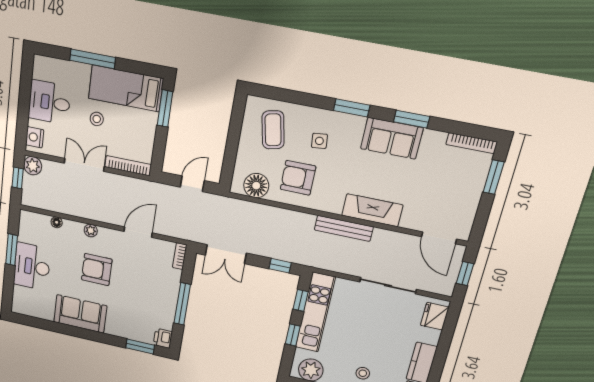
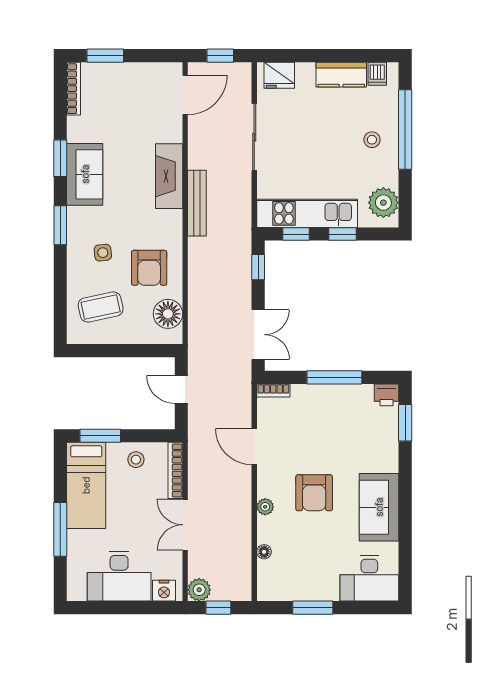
desk: (49, 102) -> (119, 576), width x1.37
stool: (97, 119) -> (136, 460), moved
desk: (32, 267) -> (369, 578), moved

